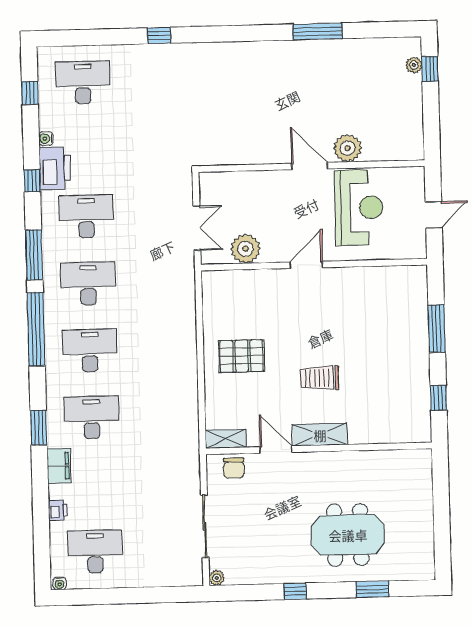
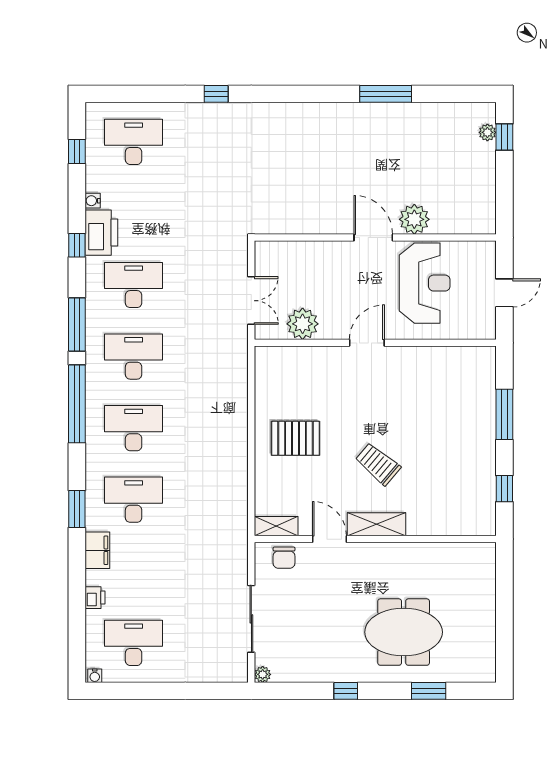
trolley: (319, 378) -> (378, 464), turned 40

